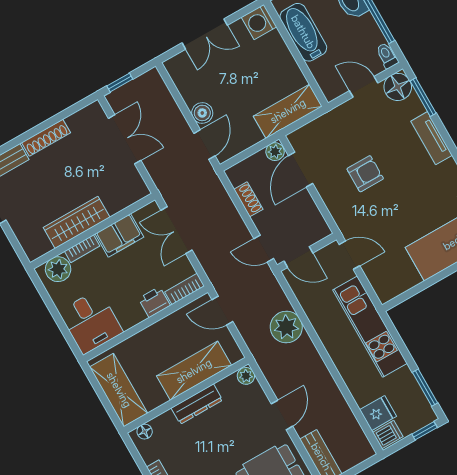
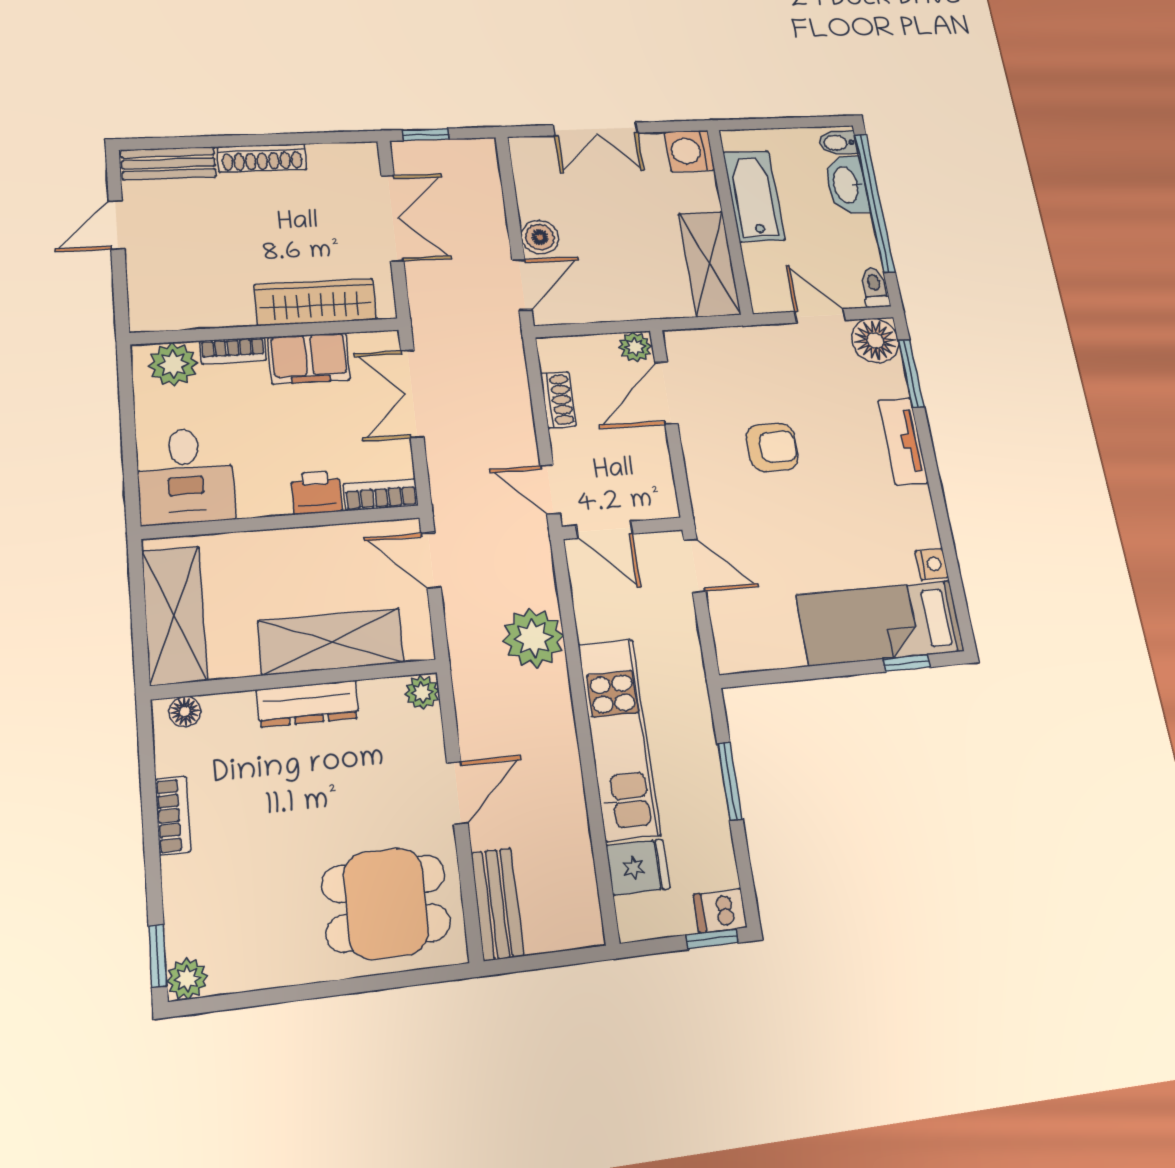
shelving: (288, 111) -> (710, 264), moved, turned 90
wardrobe: (77, 222) -> (315, 302), moved
kitchen unit: (370, 327) -> (619, 739), moved, turned 180
window: (425, 388) -> (730, 781), moved
dishwasher: (388, 434) -> (720, 911), moved, turned 180

